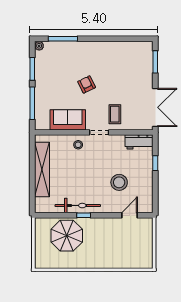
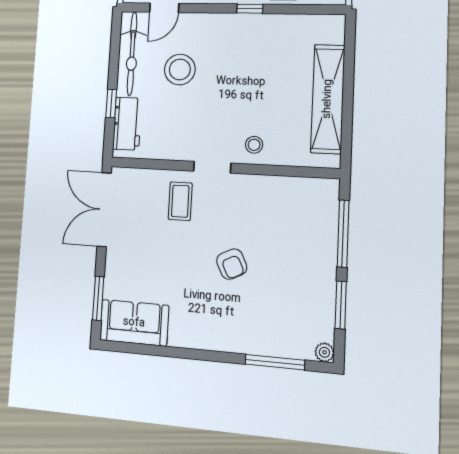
sofa: (68, 120) -> (134, 323), moved, turned 180
workbench: (139, 142) -> (127, 124), moved, turned 90
bicycle: (78, 206) -> (132, 54), moved, turned -90

